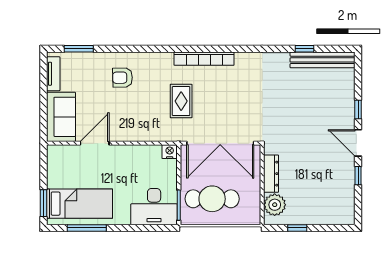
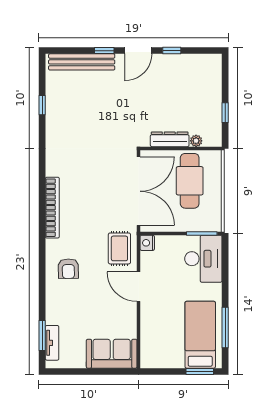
bench: (323, 60) -> (82, 62), moved, turned 90
tv unit: (53, 74) -> (52, 343), moved, turned 90
armchair: (122, 78) -> (68, 269), moved
rug: (181, 101) -> (119, 248), moved, turned 90
door: (95, 143) -> (138, 287), moved
cafe table: (212, 199) -> (190, 181), moved
plant: (275, 205) -> (196, 141), width x0.53, depth x0.53

